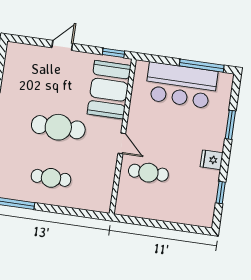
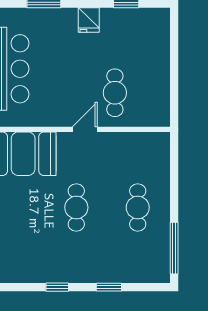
cafe table: (58, 127) -> (76, 207), width x0.73, depth x0.74

